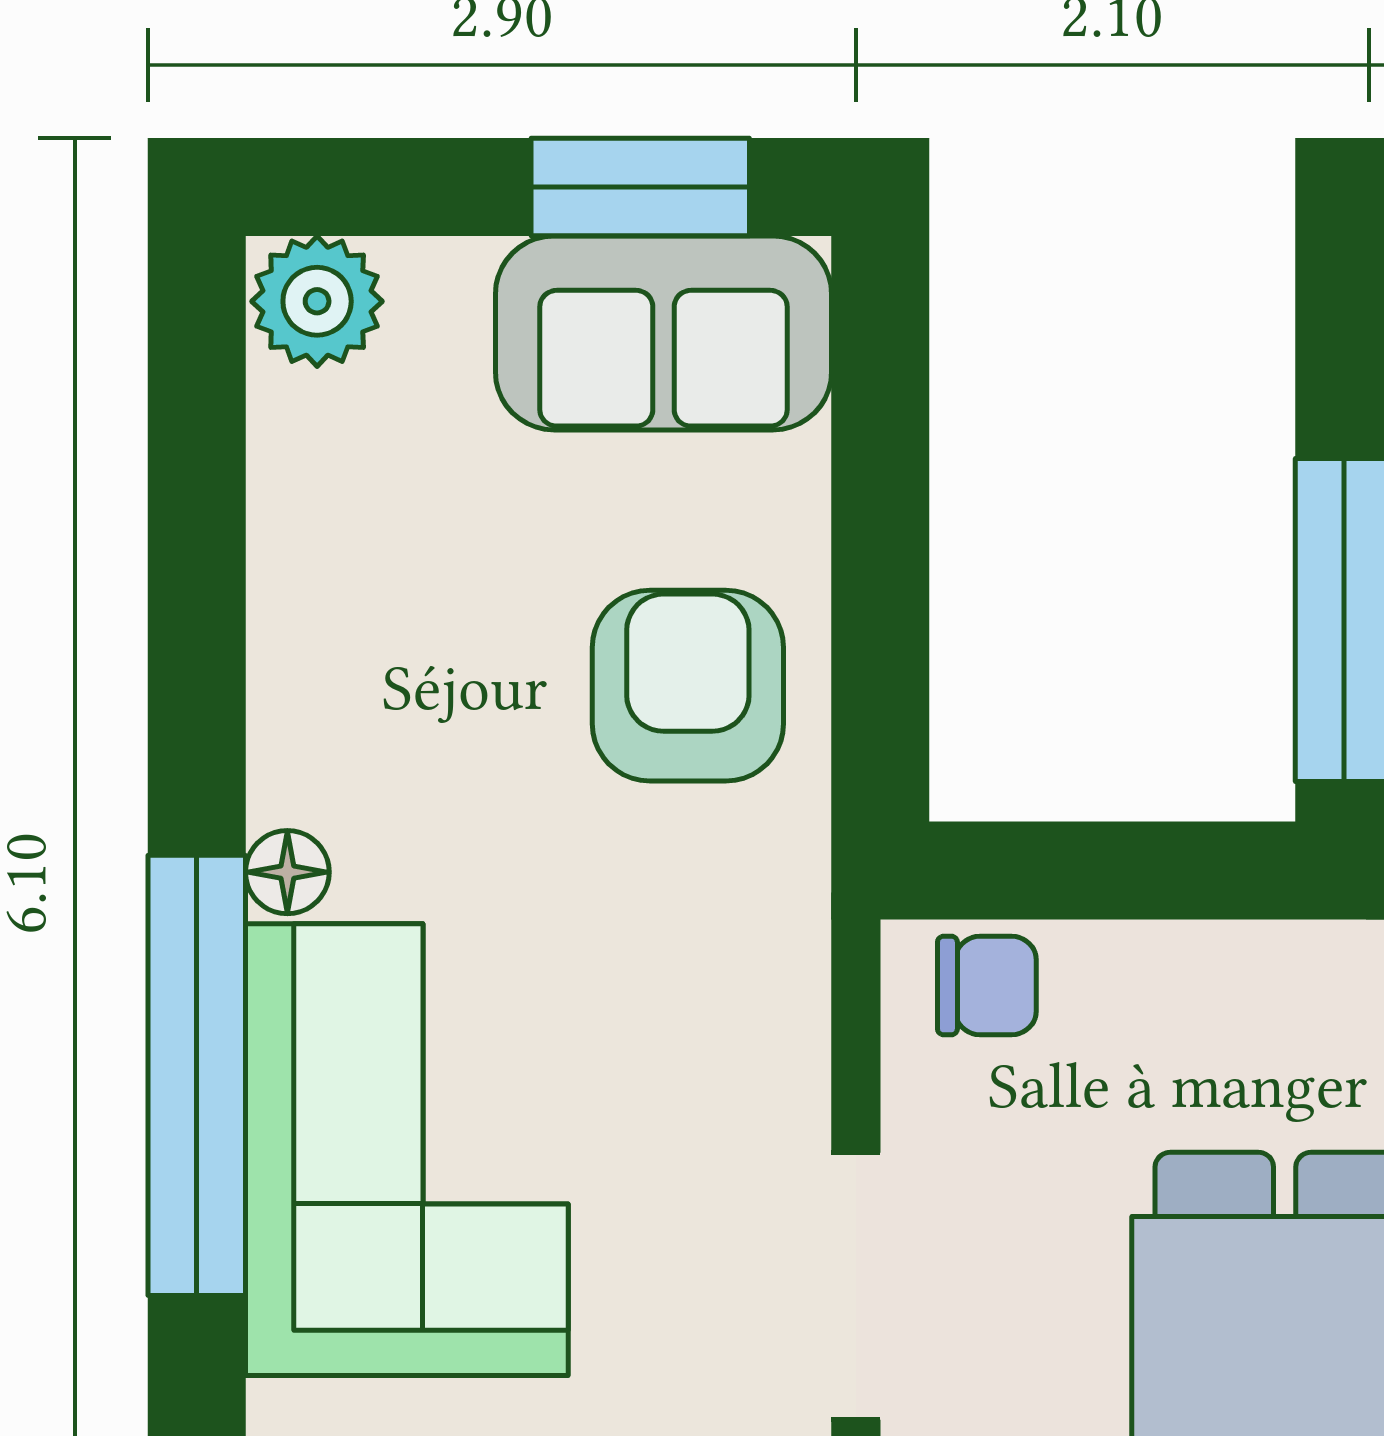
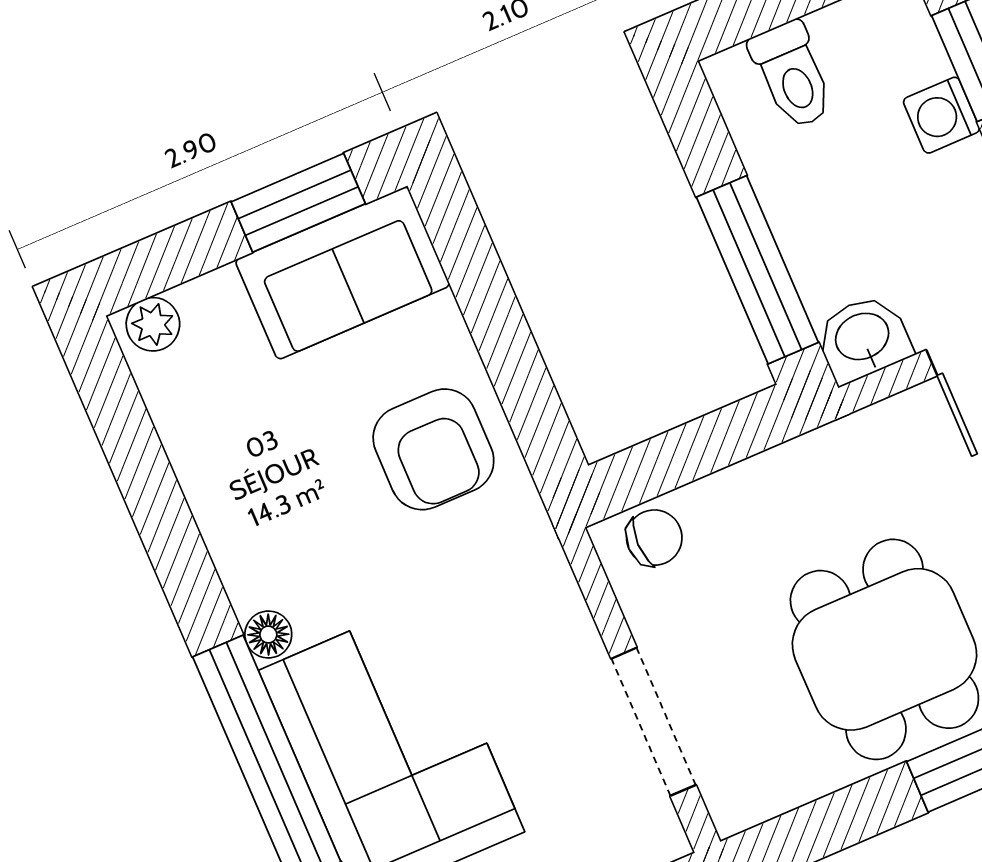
plant: (317, 301) -> (153, 324), width x0.73, depth x0.73
armchair: (688, 686) -> (433, 449), turned 180

